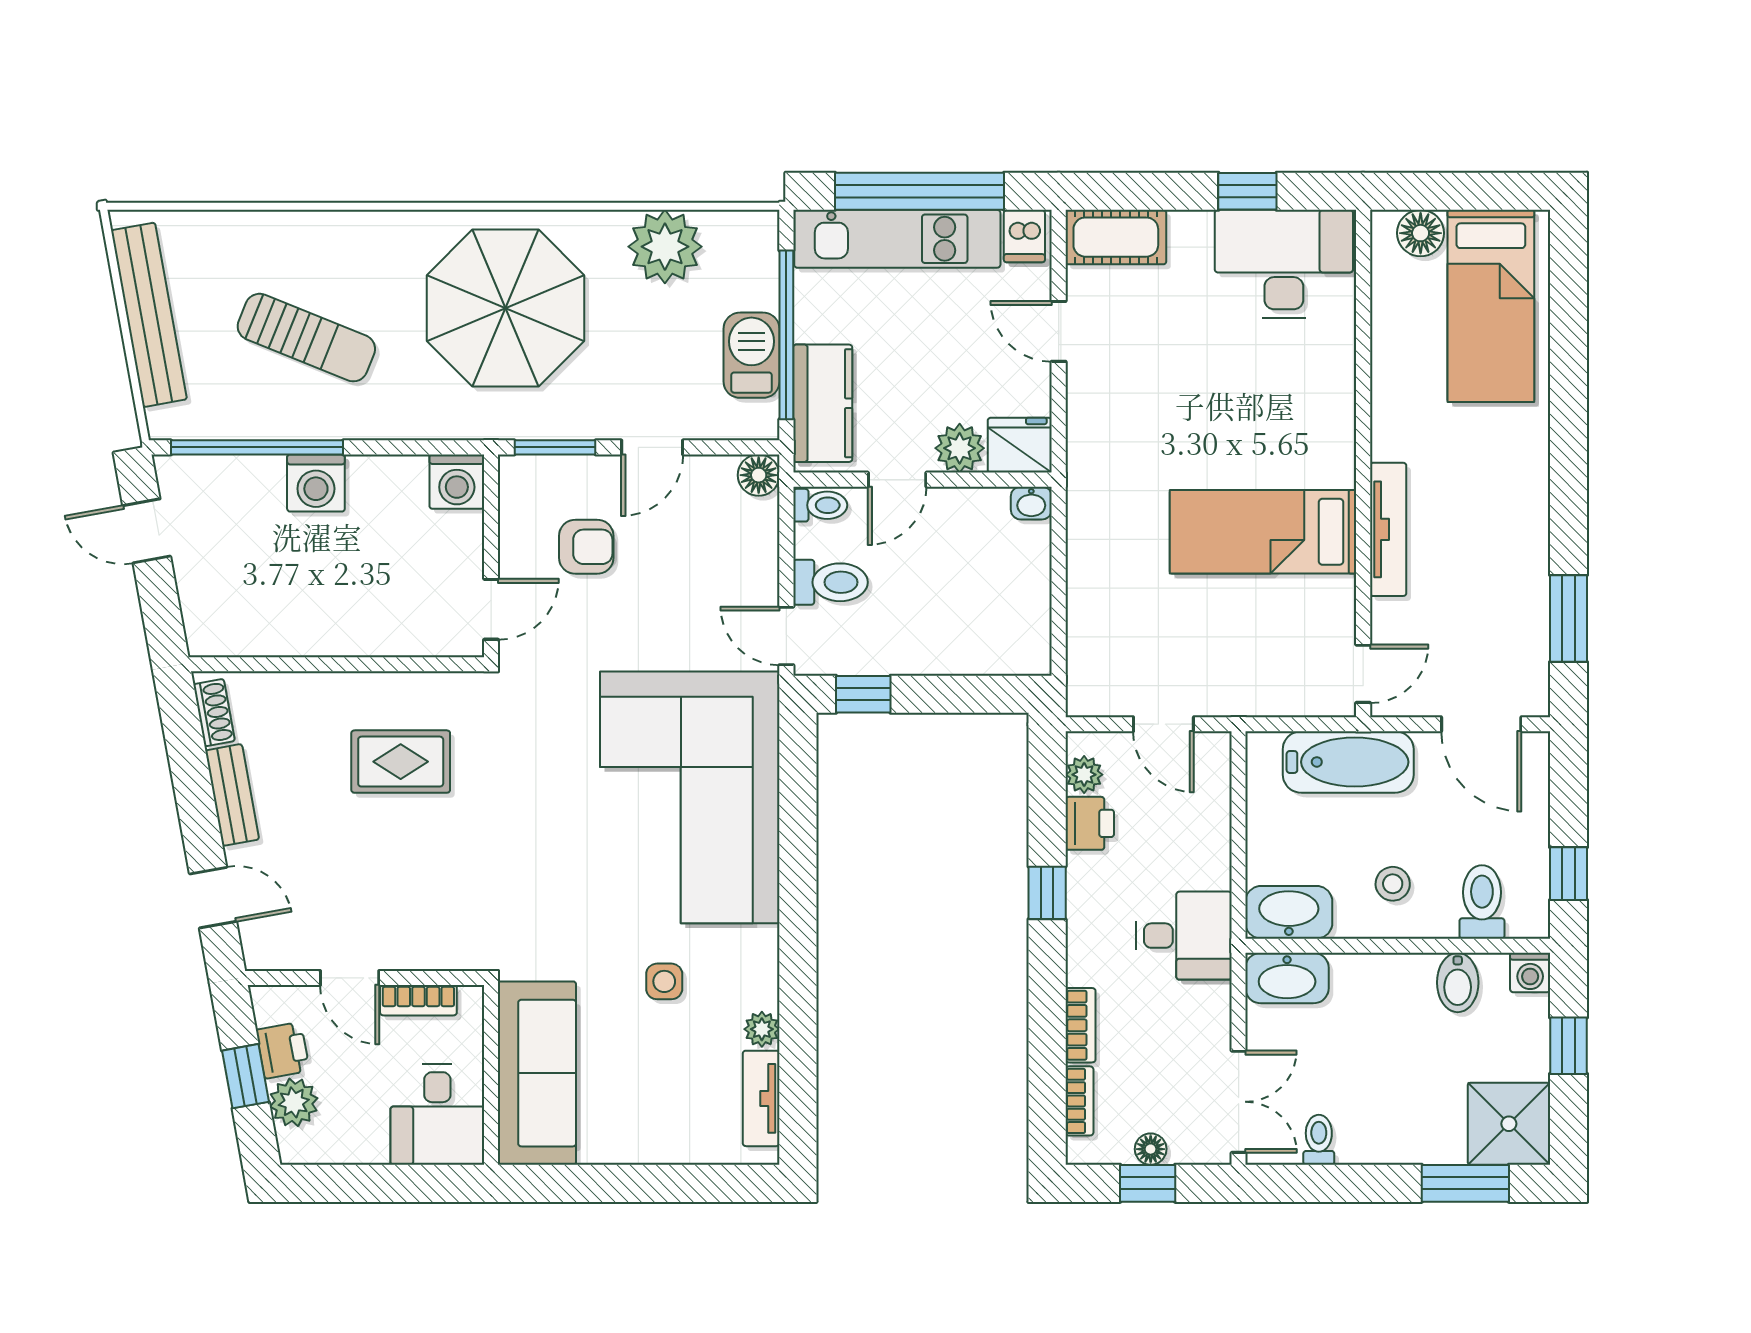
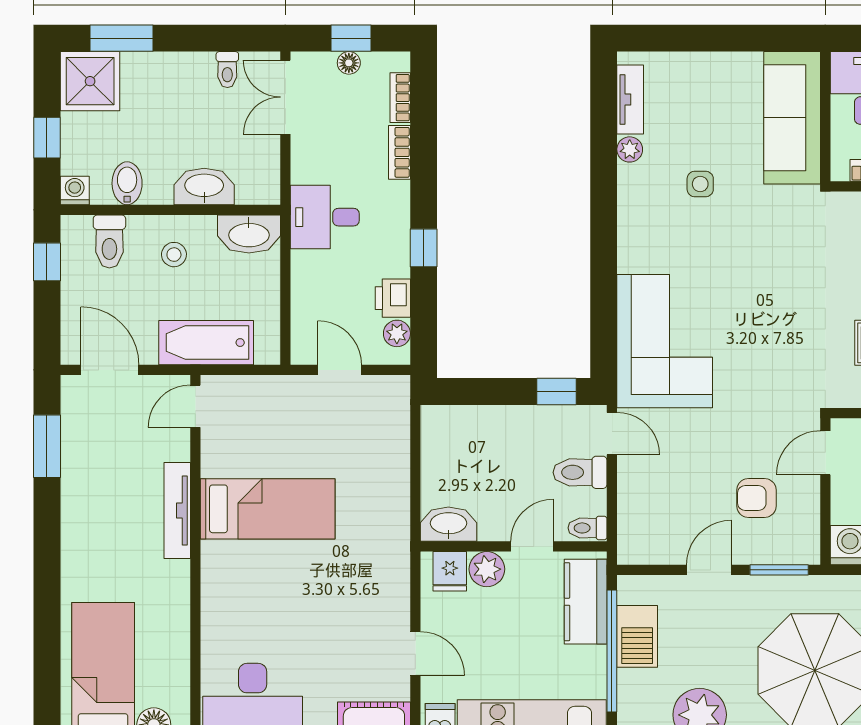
fridge: (1020, 445) -> (450, 571), width x0.72
floor lamp: (759, 475) -> (632, 550), removed
washbasin: (1031, 503) -> (448, 524), width x1.91, depth x1.45
corner sofa: (690, 797) -> (665, 341), width x0.73, depth x0.74
washbasin: (1287, 978) -> (204, 186), moved

